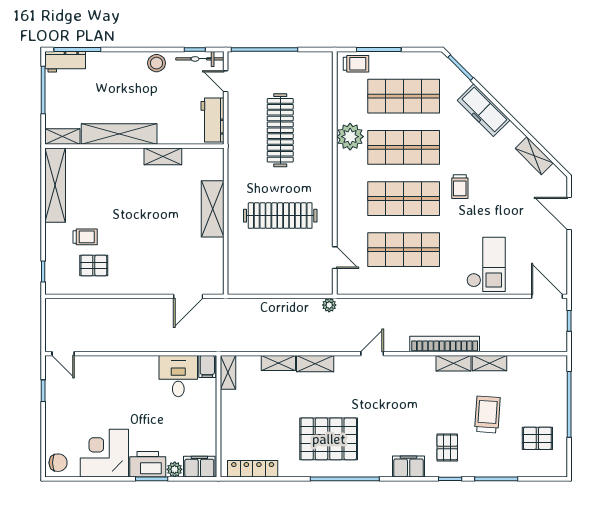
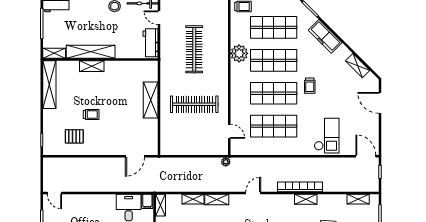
shelving: (163, 156) -> (92, 66), moved
trolley: (85, 237) -> (91, 114), moved
shelving: (489, 363) -> (358, 199), moved

